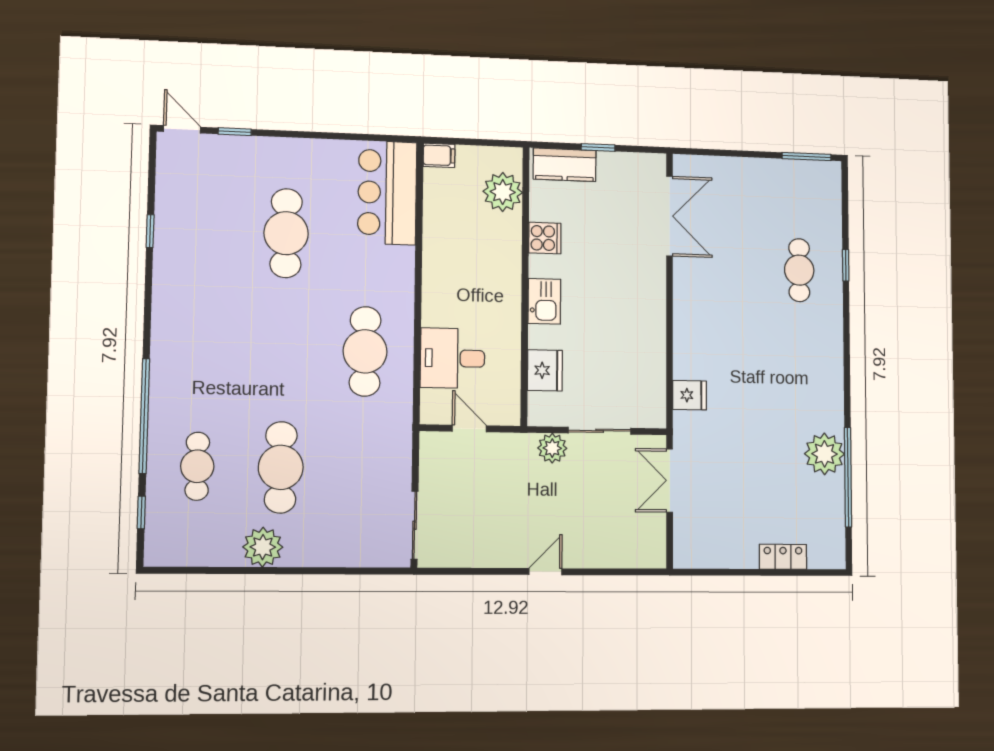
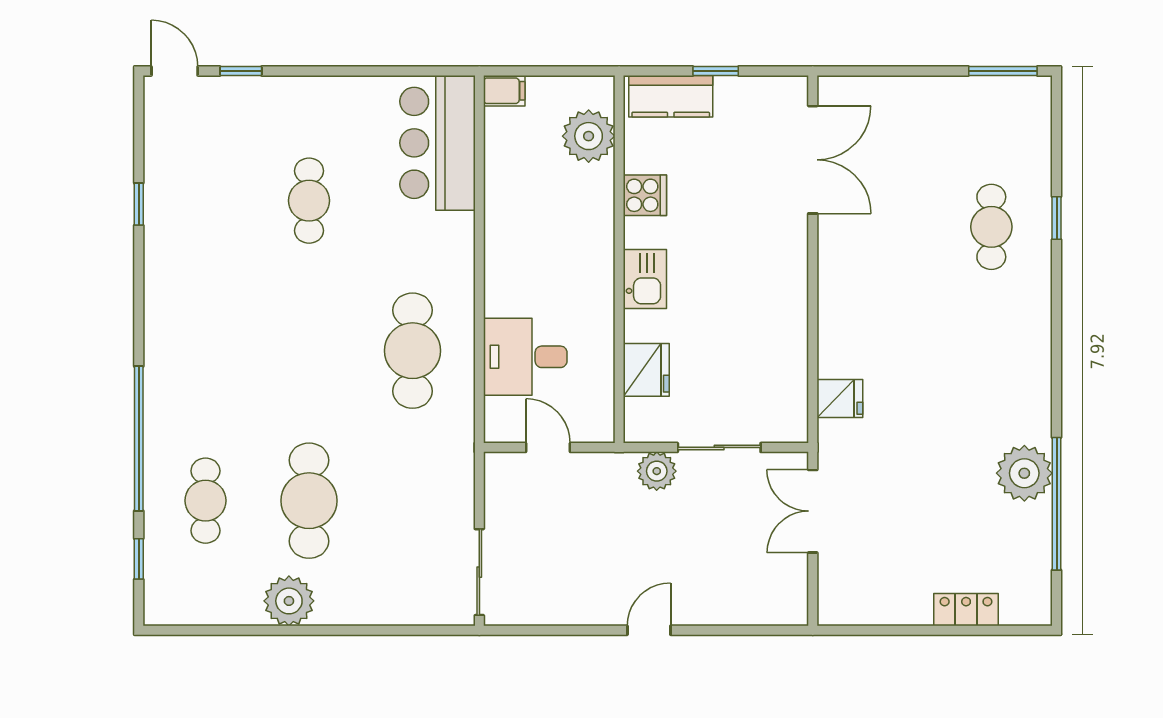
cafe table: (286, 233) -> (309, 201), width x0.73, depth x0.74

